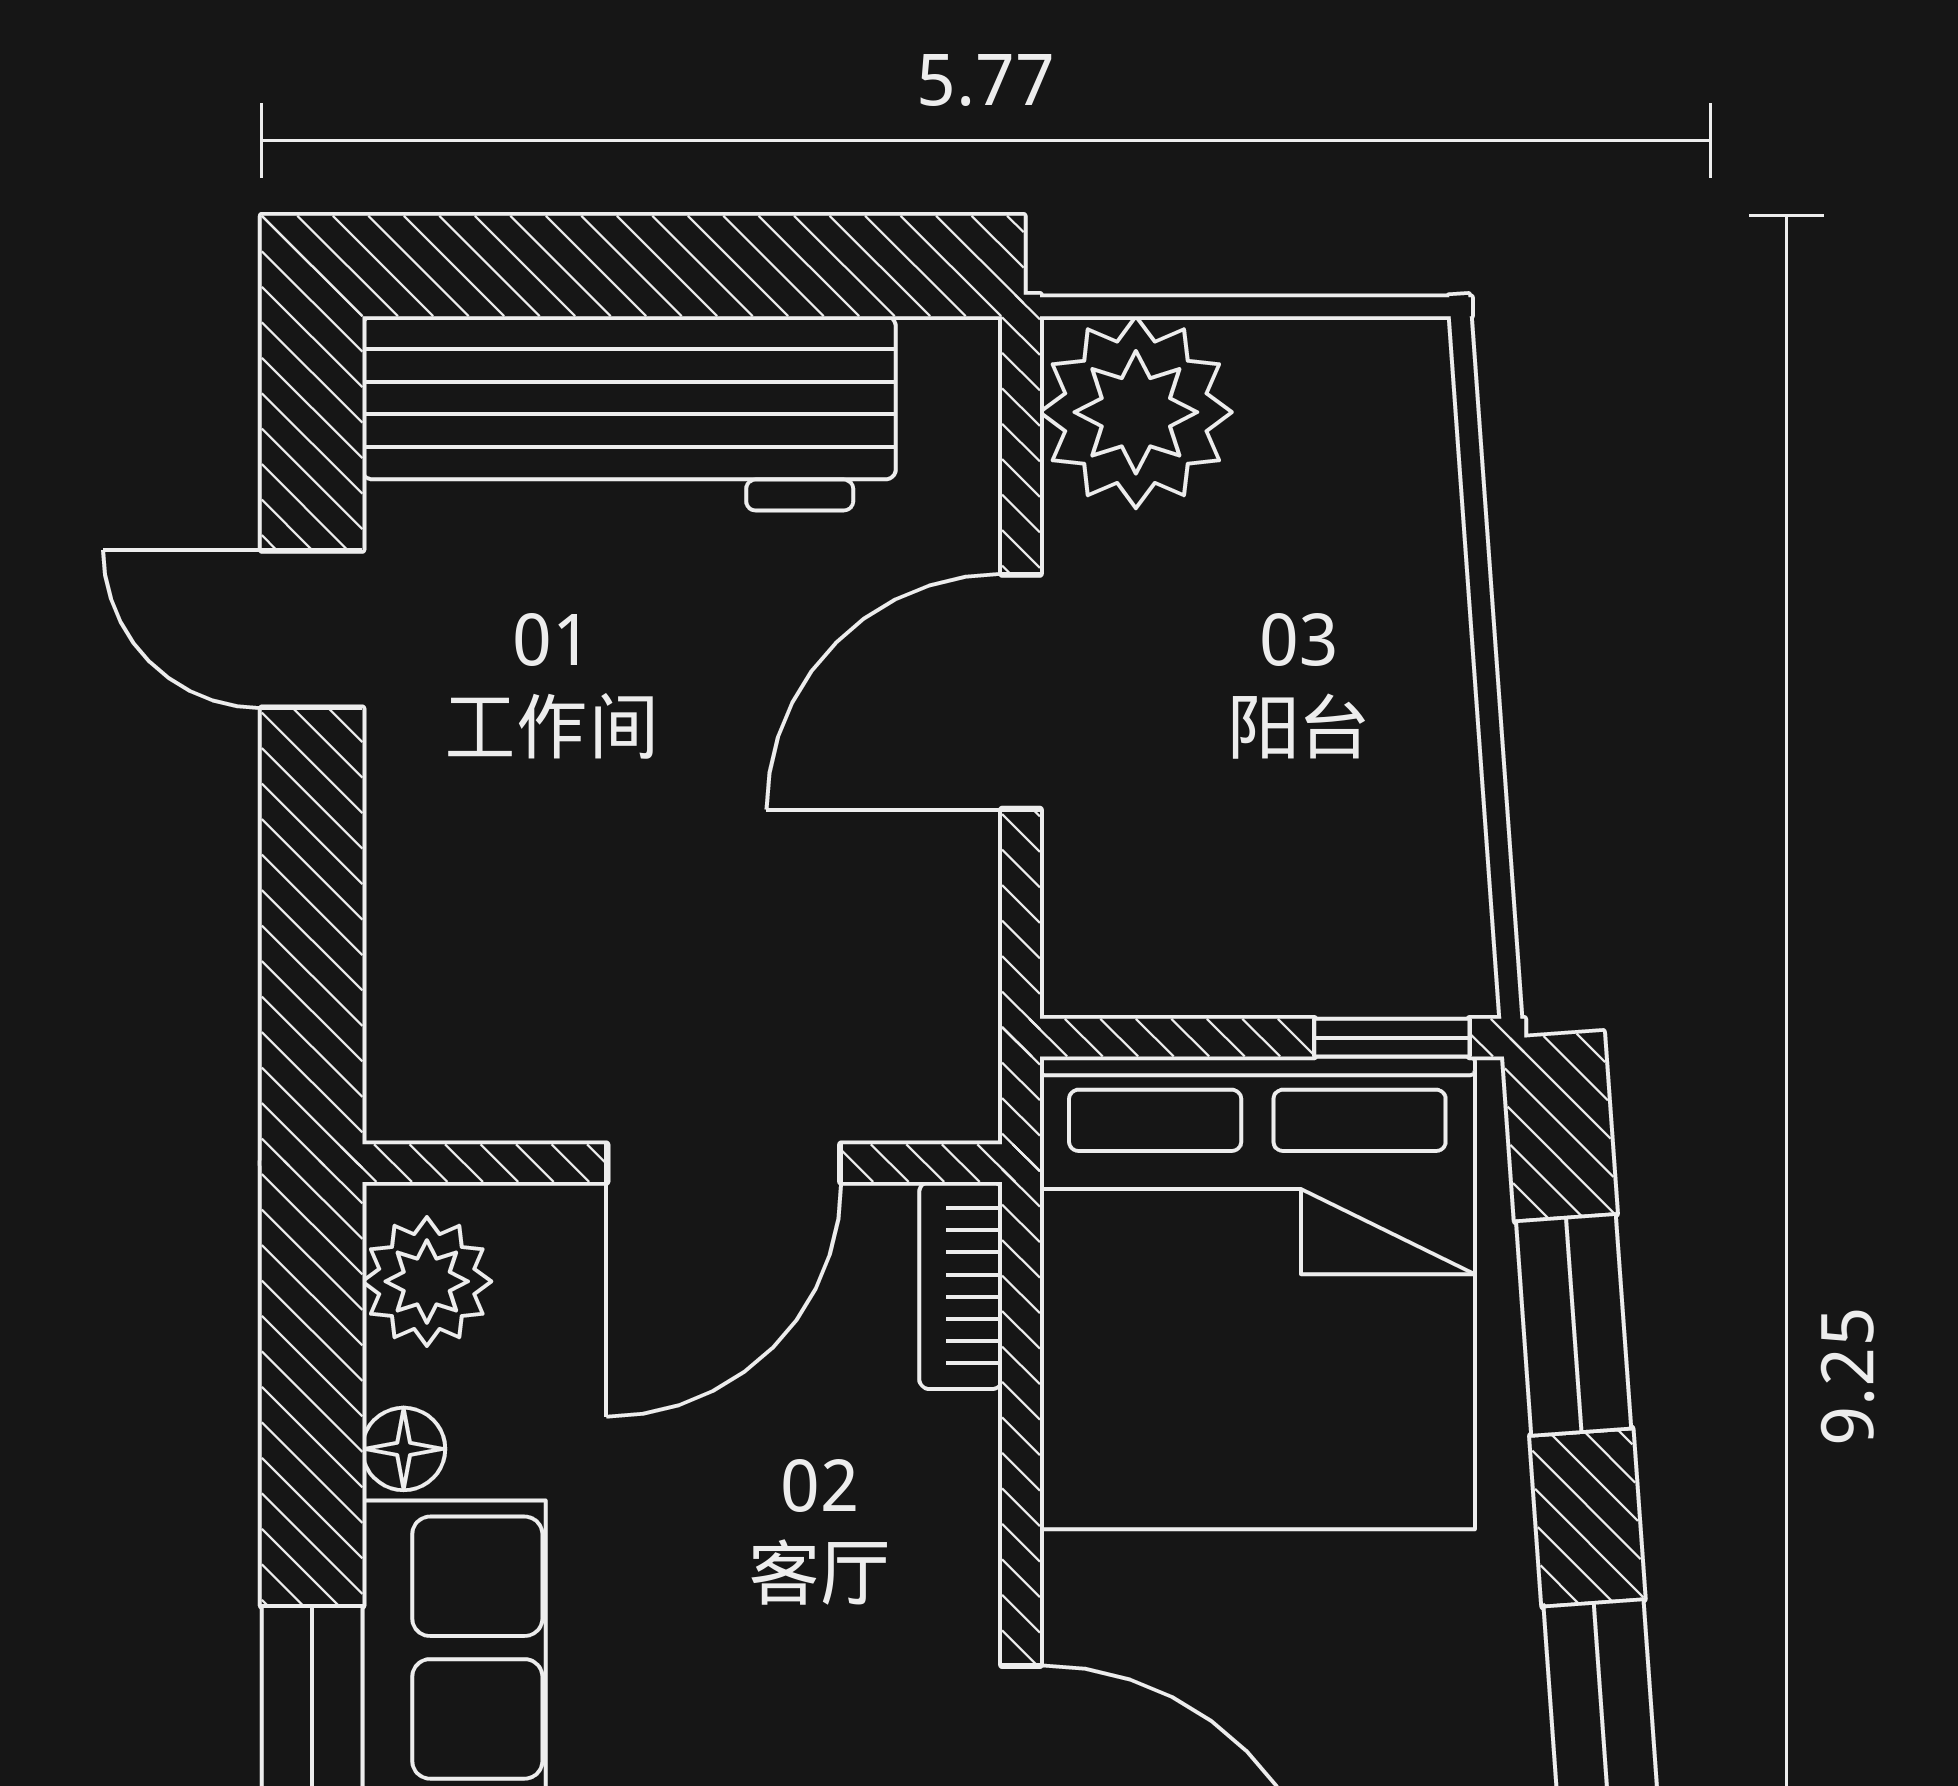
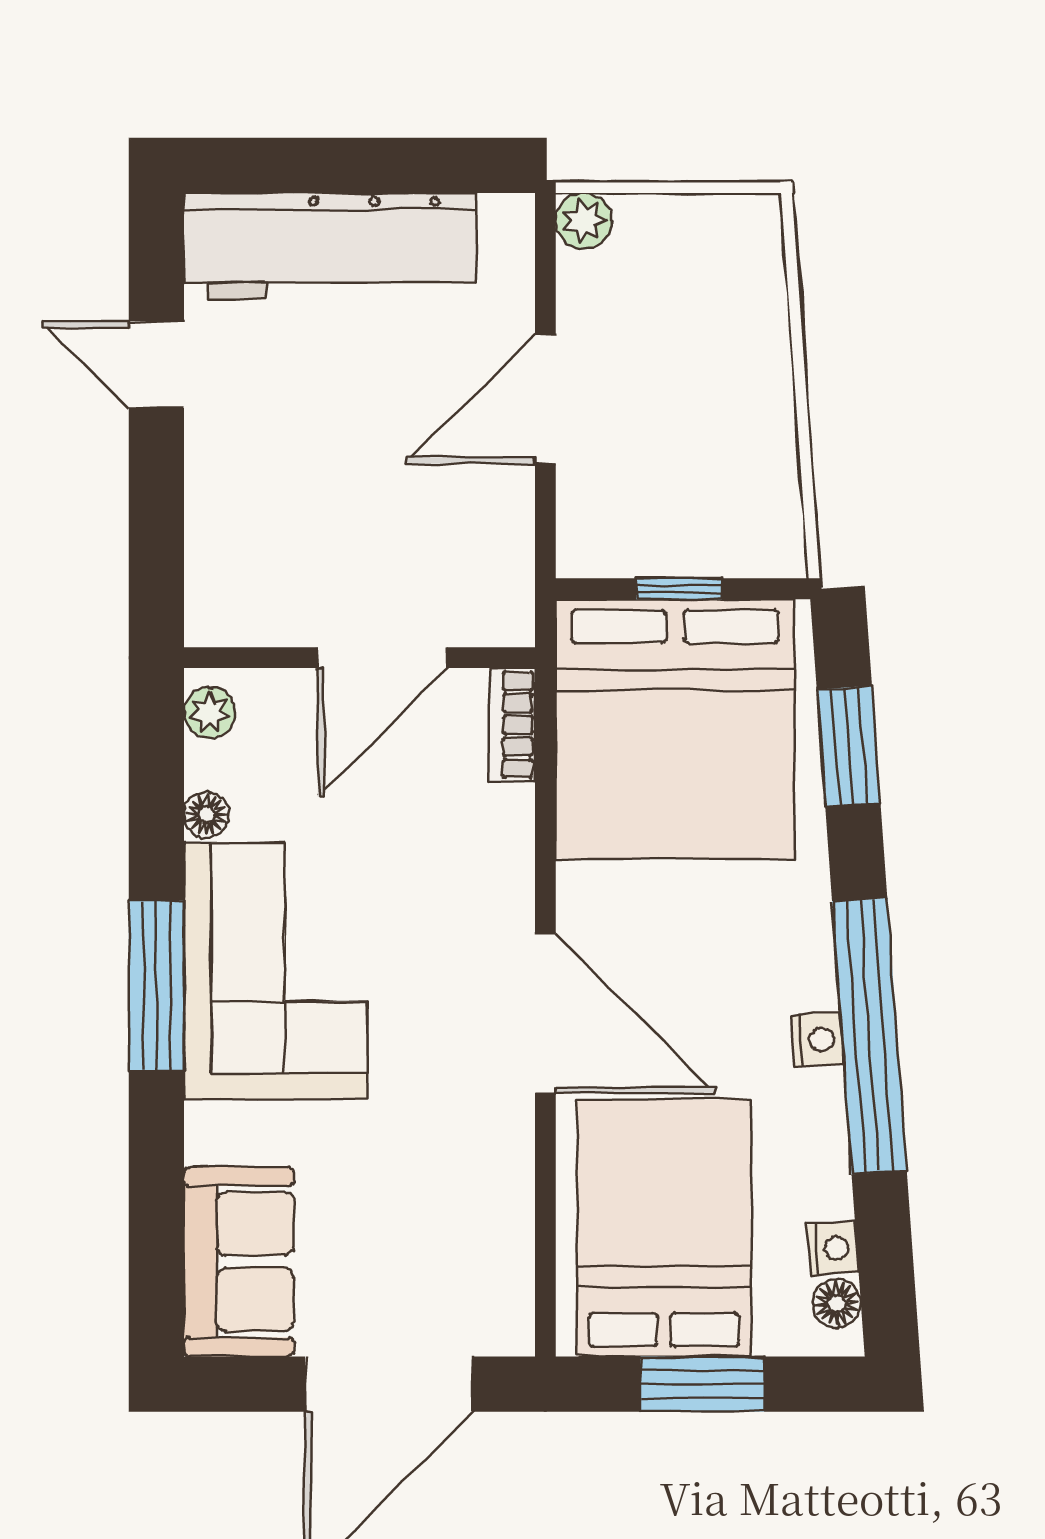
plant: (1136, 412) -> (584, 221), width x0.53, depth x0.53
window: (1392, 1038) -> (679, 589), moved
plant: (427, 1281) -> (210, 713), width x0.73, depth x0.73

